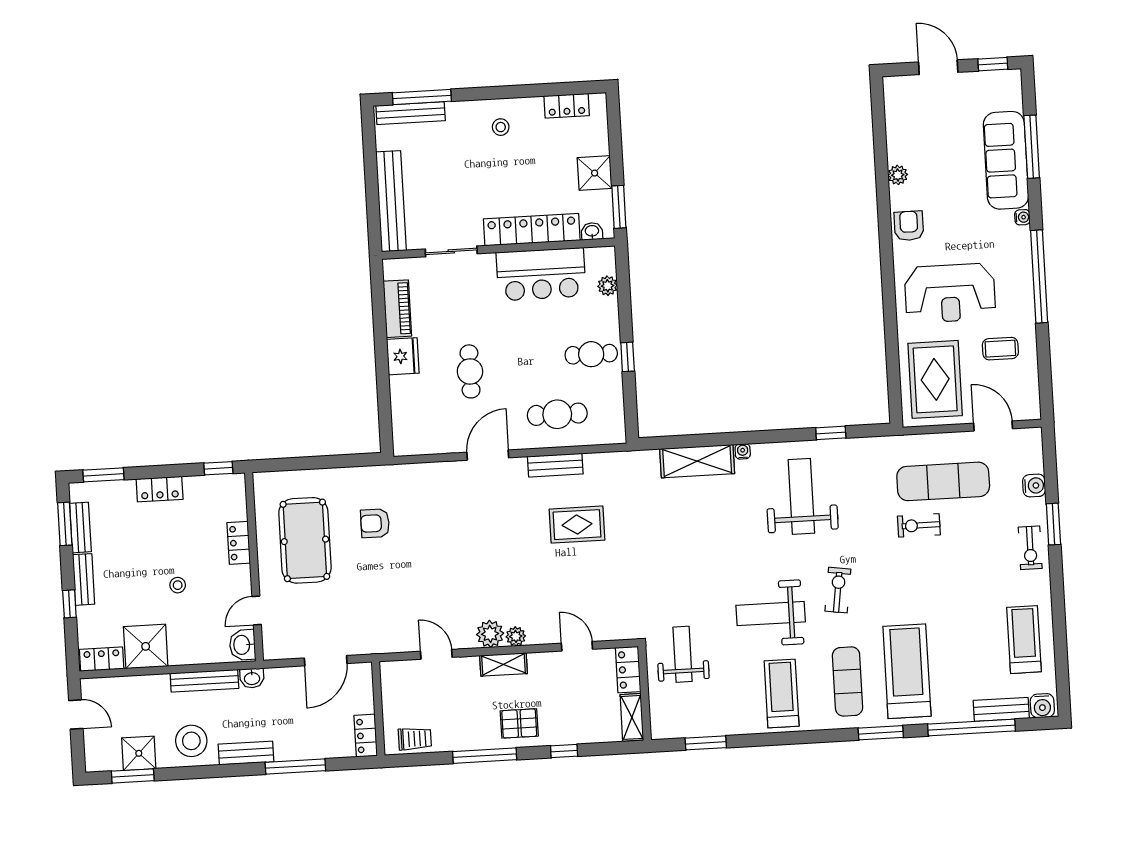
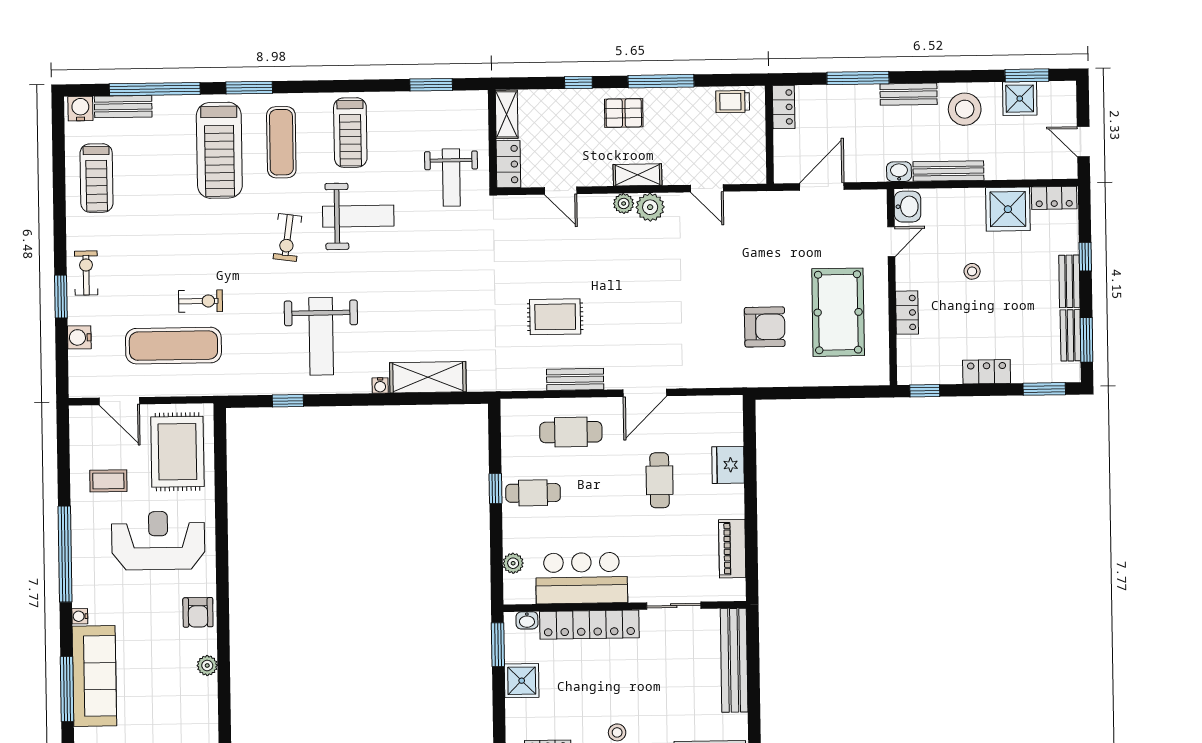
fridge: (403, 356) -> (728, 465), moved
armchair: (375, 523) -> (765, 327), width x1.38, depth x1.38

